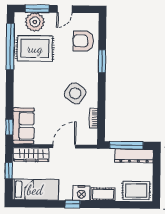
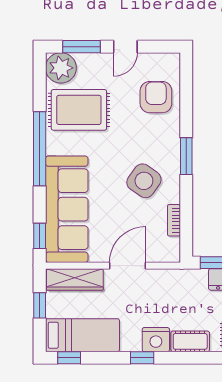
plant: (35, 22) -> (61, 68), moved
armchair: (83, 41) -> (156, 97), turned 90
window: (10, 47) -> (40, 149), moved
window: (102, 61) -> (186, 156), moved
sofa: (23, 126) -> (67, 209), width x1.85, depth x1.27
window: (27, 204) -> (69, 358), added

